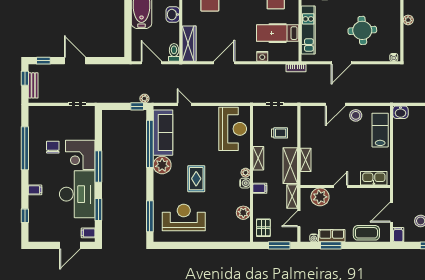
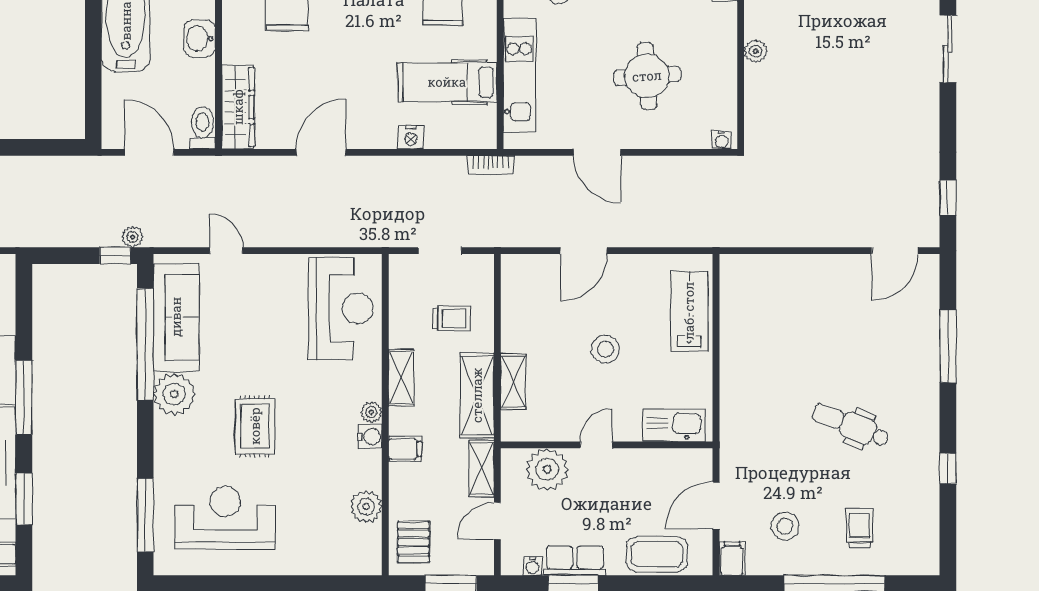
door: (341, 63) -> (597, 152), hinge flipped
washbasin: (400, 112) -> (737, 269), removed
stool: (356, 115) -> (605, 349), moved

